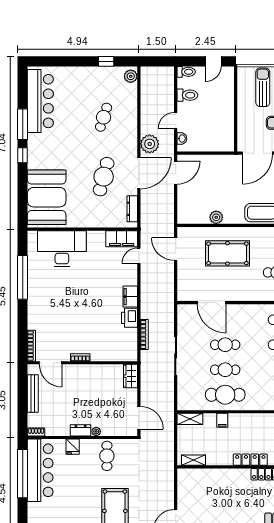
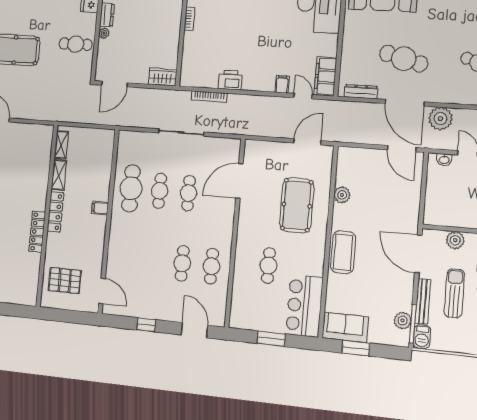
plant: (244, 125) -> (455, 240), added
filing cabinet: (130, 297) -> (282, 84), moved, width x0.50
shelving: (190, 419) -> (59, 175), moved
filing cabinet: (222, 420) -> (100, 208), moved

